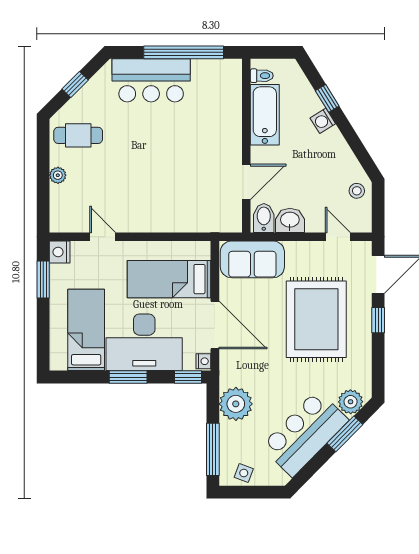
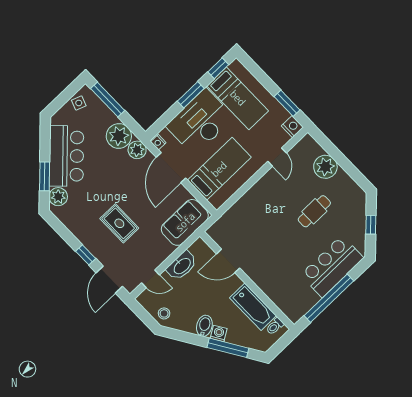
window: (327, 98) -> (228, 348), width x2.17
cafe table: (78, 135) -> (314, 211), moved
plant: (58, 175) -> (325, 167), width x1.88, depth x1.88
door: (246, 182) -> (228, 261), hinge flipped
bidet: (264, 218) -> (204, 326), moved, turned -122
washbasin: (290, 220) -> (182, 266), width x1.38
door: (103, 237) -> (277, 157), hinge flipped
rug: (316, 319) -> (119, 223), width x0.54, depth x0.49
door: (215, 325) -> (171, 168), hinge flipped
plant: (231, 374) -> (137, 150), added
window: (188, 377) -> (218, 68), moved

